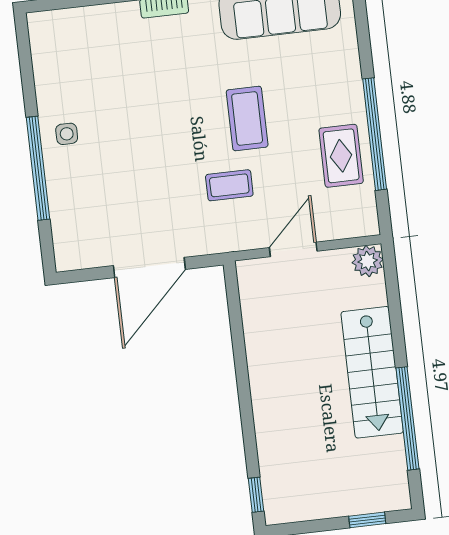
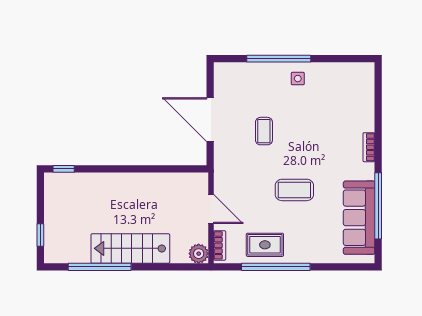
coffee table: (229, 185) -> (264, 131), moved
bookcase: (350, 229) -> (220, 245), added

